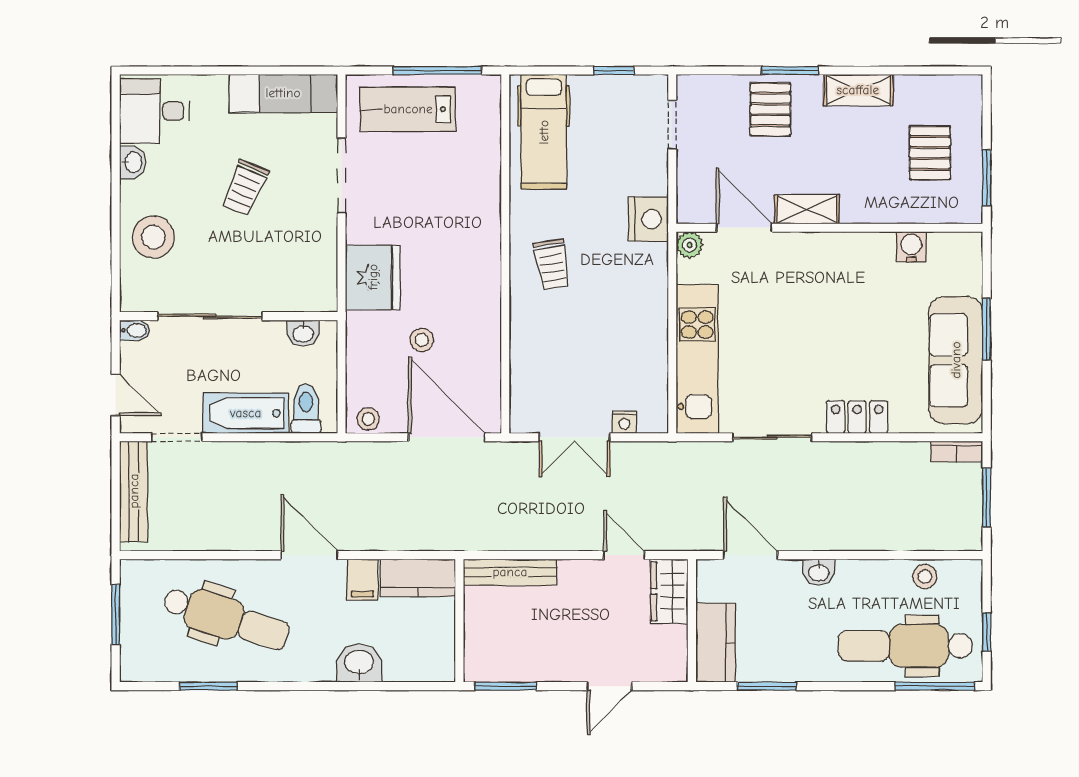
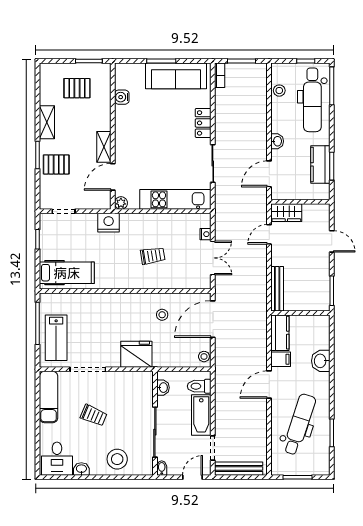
trolley: (552, 264) -> (153, 256), moved
stool: (422, 340) -> (162, 315), moved
kitchen counter: (716, 643) -> (320, 164), moved, turned -90

